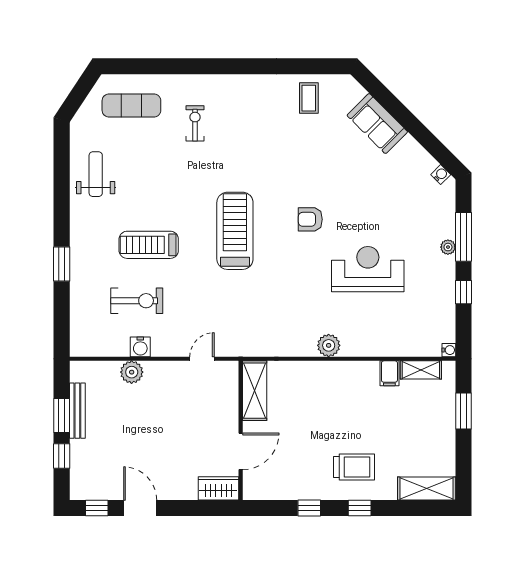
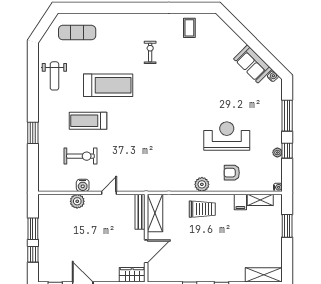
exercise bike: (195, 123) -> (150, 52), moved
sofa: (377, 124) -> (253, 64), moved
weight bench: (96, 174) -> (54, 76), turned 180
armchair: (310, 219) -> (232, 173), moved
treadmill: (235, 231) -> (108, 85), moved, turned 90
plant: (448, 247) -> (277, 153), moved
door: (202, 359) -> (109, 193), moved
bench: (77, 411) -> (140, 212), moved
trolley: (354, 467) -> (202, 209), moved

